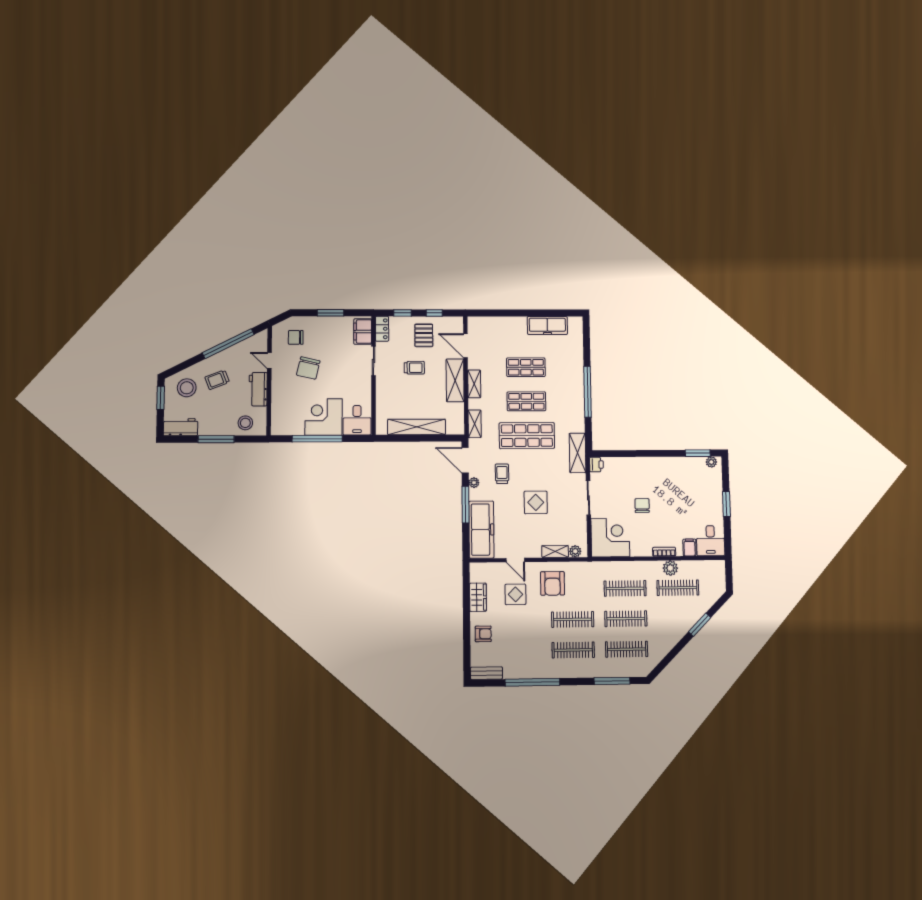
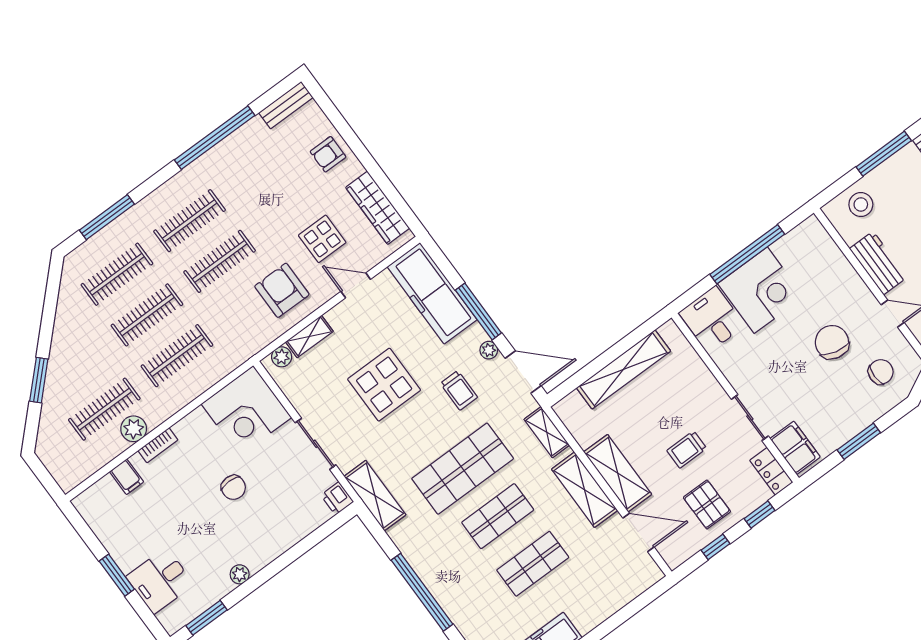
shelving: (474, 384) -> (585, 490), width x1.50, depth x1.33
plant: (711, 462) -> (240, 574), moved
display table: (536, 502) -> (384, 385), width x1.36, depth x1.36
desk: (710, 541) -> (160, 581), moved, turned -90
wardrobe: (478, 597) -> (378, 208), width x1.50

